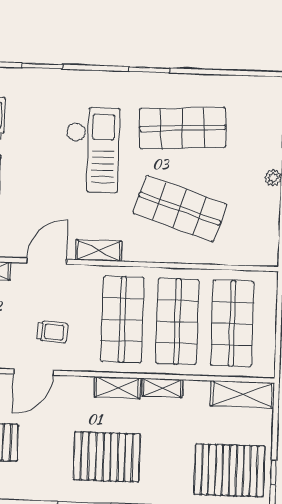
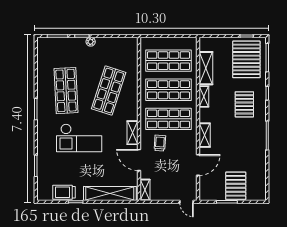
checkout: (92, 150) -> (79, 138), turned 180
trolley: (52, 332) -> (160, 143), moved
door: (33, 372) -> (198, 165), hinge flipped
shelving: (118, 388) -> (205, 135), moved
shelving: (242, 394) -> (206, 68), moved
pallet: (107, 457) -> (244, 104), moved, width x0.73, depth x0.71

